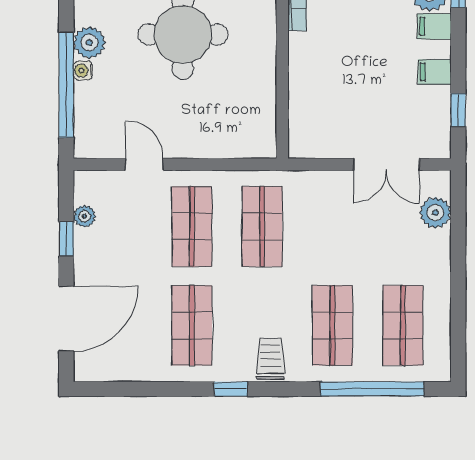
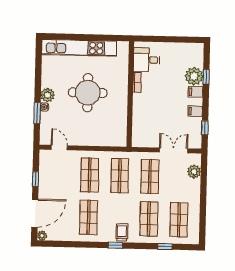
window: (66, 85) -> (37, 113), width x0.47
door: (144, 164) -> (59, 148), moved
double door: (386, 164) -> (174, 150), swing flipped
plant: (84, 216) -> (42, 236), moved
shop shelf: (333, 226) -> (150, 176), added
window: (231, 389) -> (115, 245), moved
window: (372, 389) -> (165, 246), width x0.32

